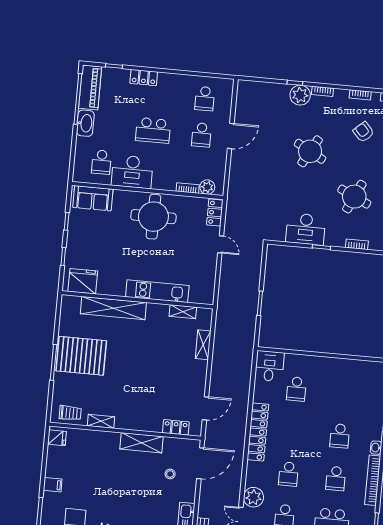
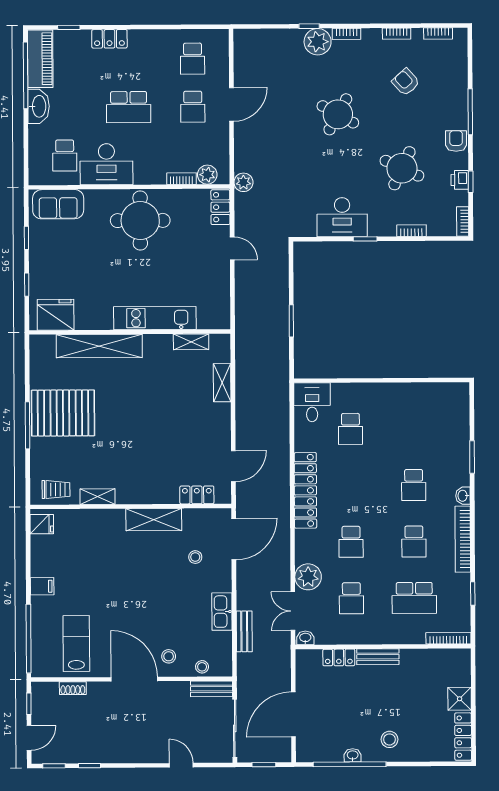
plant: (234, 196) -> (243, 182), added

